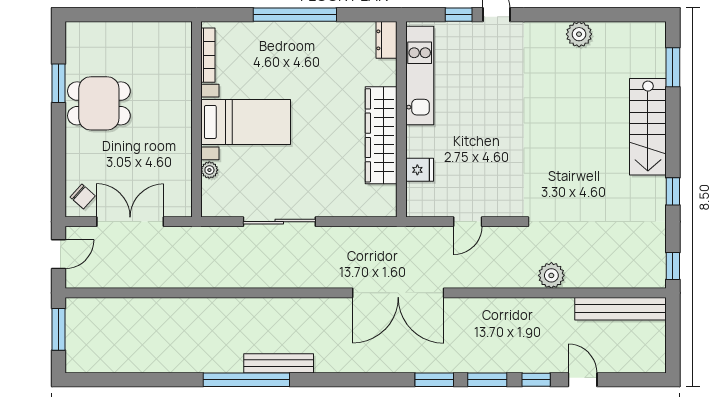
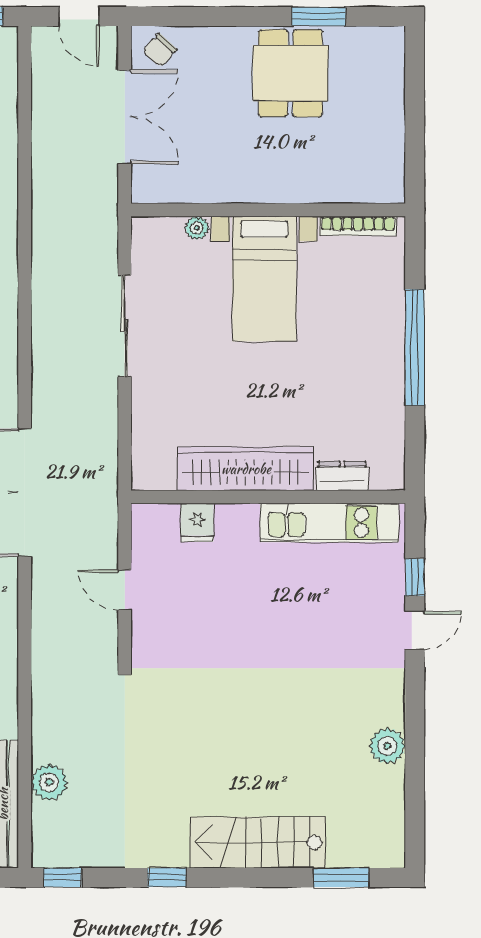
dresser: (386, 40) -> (342, 476), moved
plant: (551, 275) -> (49, 782), moved

